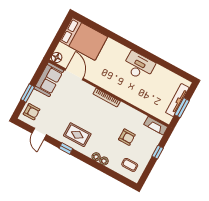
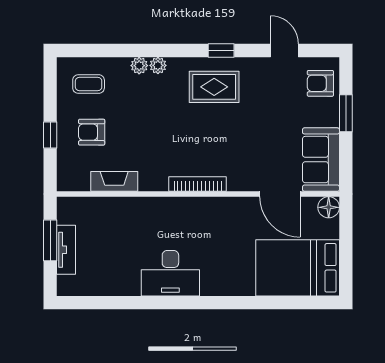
tv unit: (177, 100) -> (66, 250), width x0.71
fireplace: (156, 126) -> (114, 181), moved
armchair: (127, 137) -> (92, 132), moved

